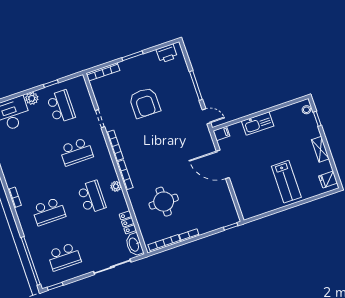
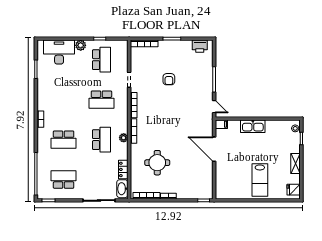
armchair: (145, 103) -> (169, 79), width x0.53, depth x0.53
school desk: (64, 257) -> (64, 180), turned 180

